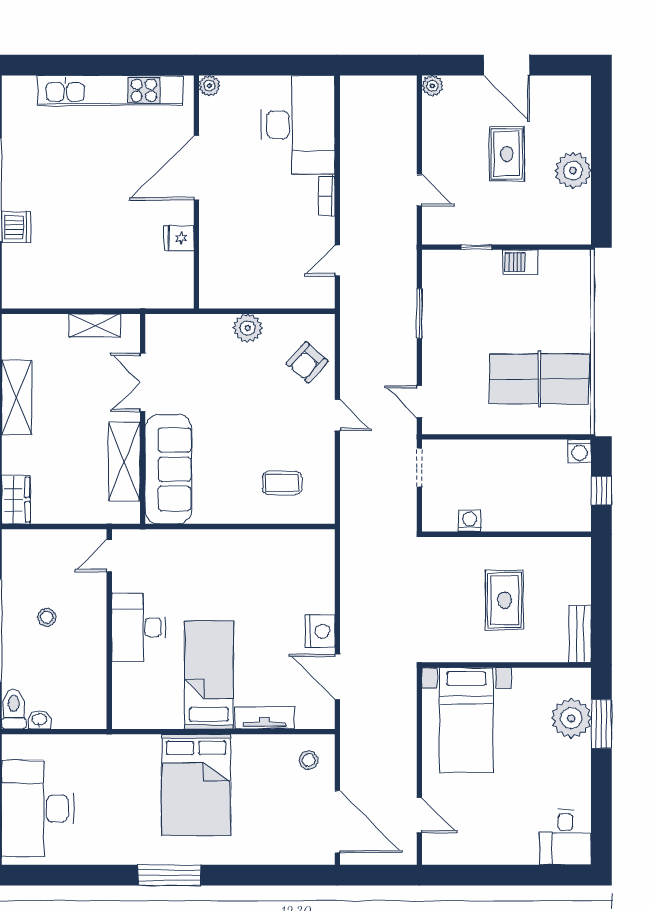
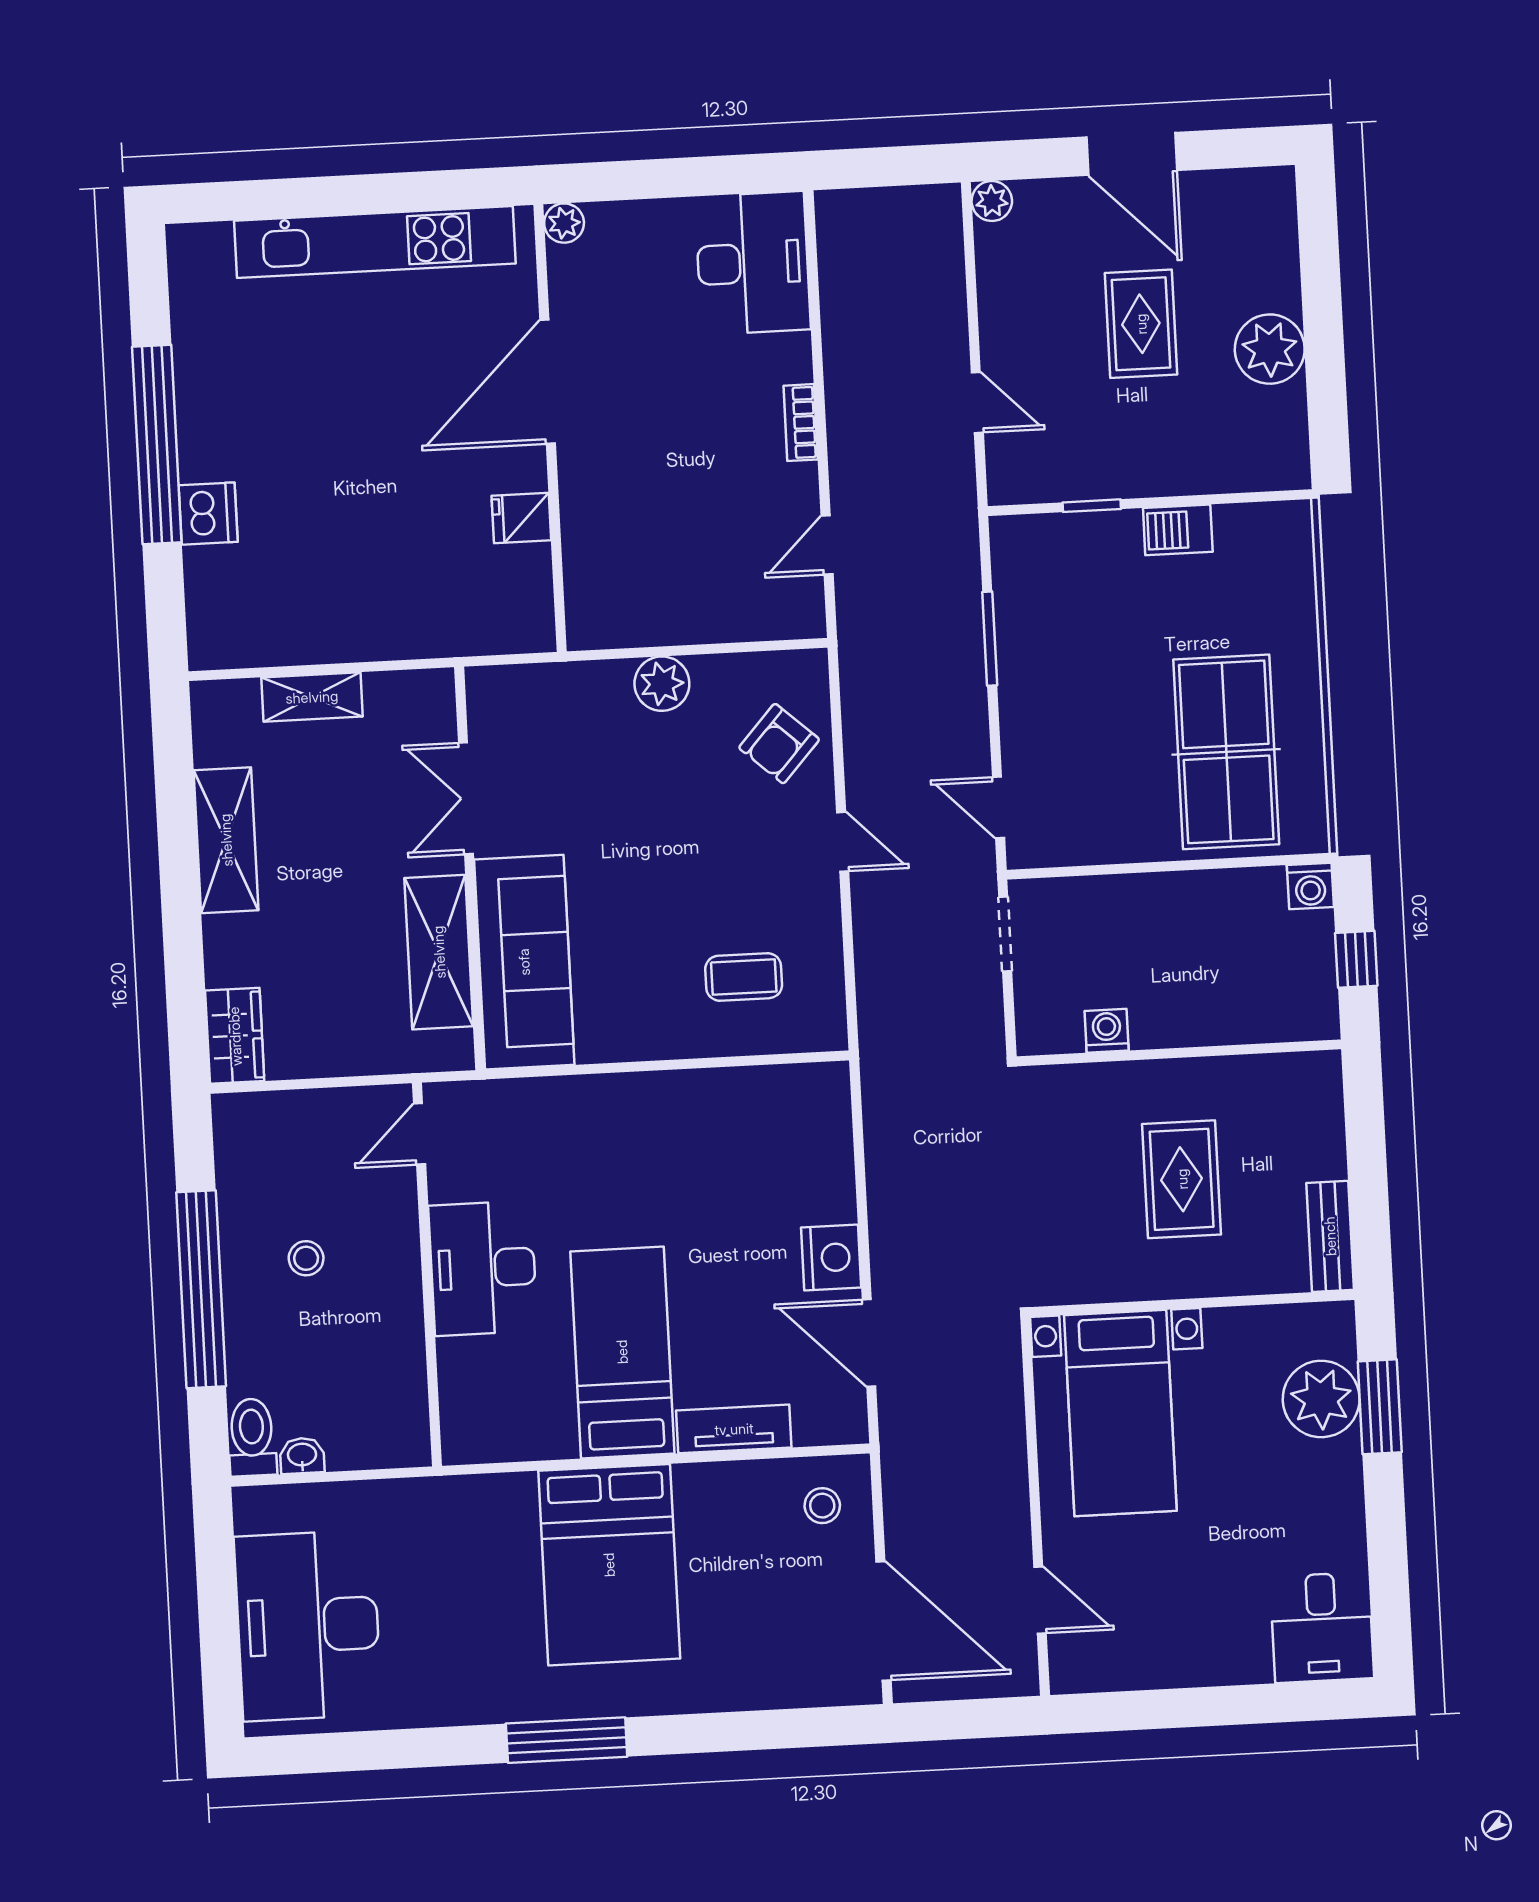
desk: (298, 125) -> (753, 263), width x0.73, depth x0.77
shelving: (95, 325) -> (312, 697), moved
table tennis table: (539, 379) -> (1226, 752), turned 90

